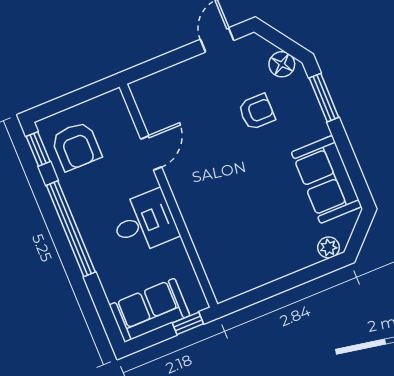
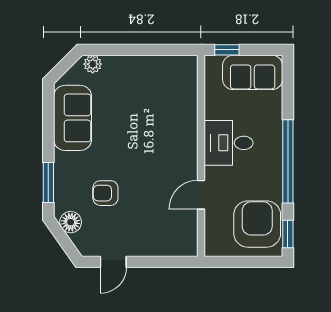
armchair: (76, 146) -> (257, 224), width x1.36, depth x1.36

